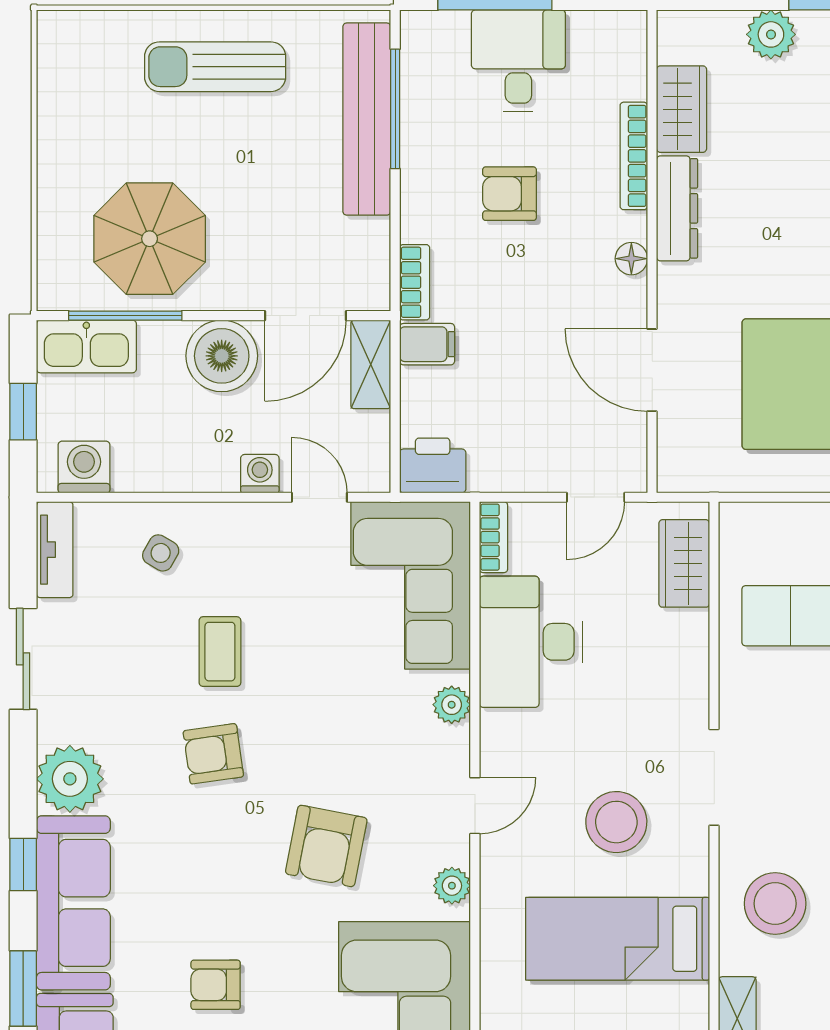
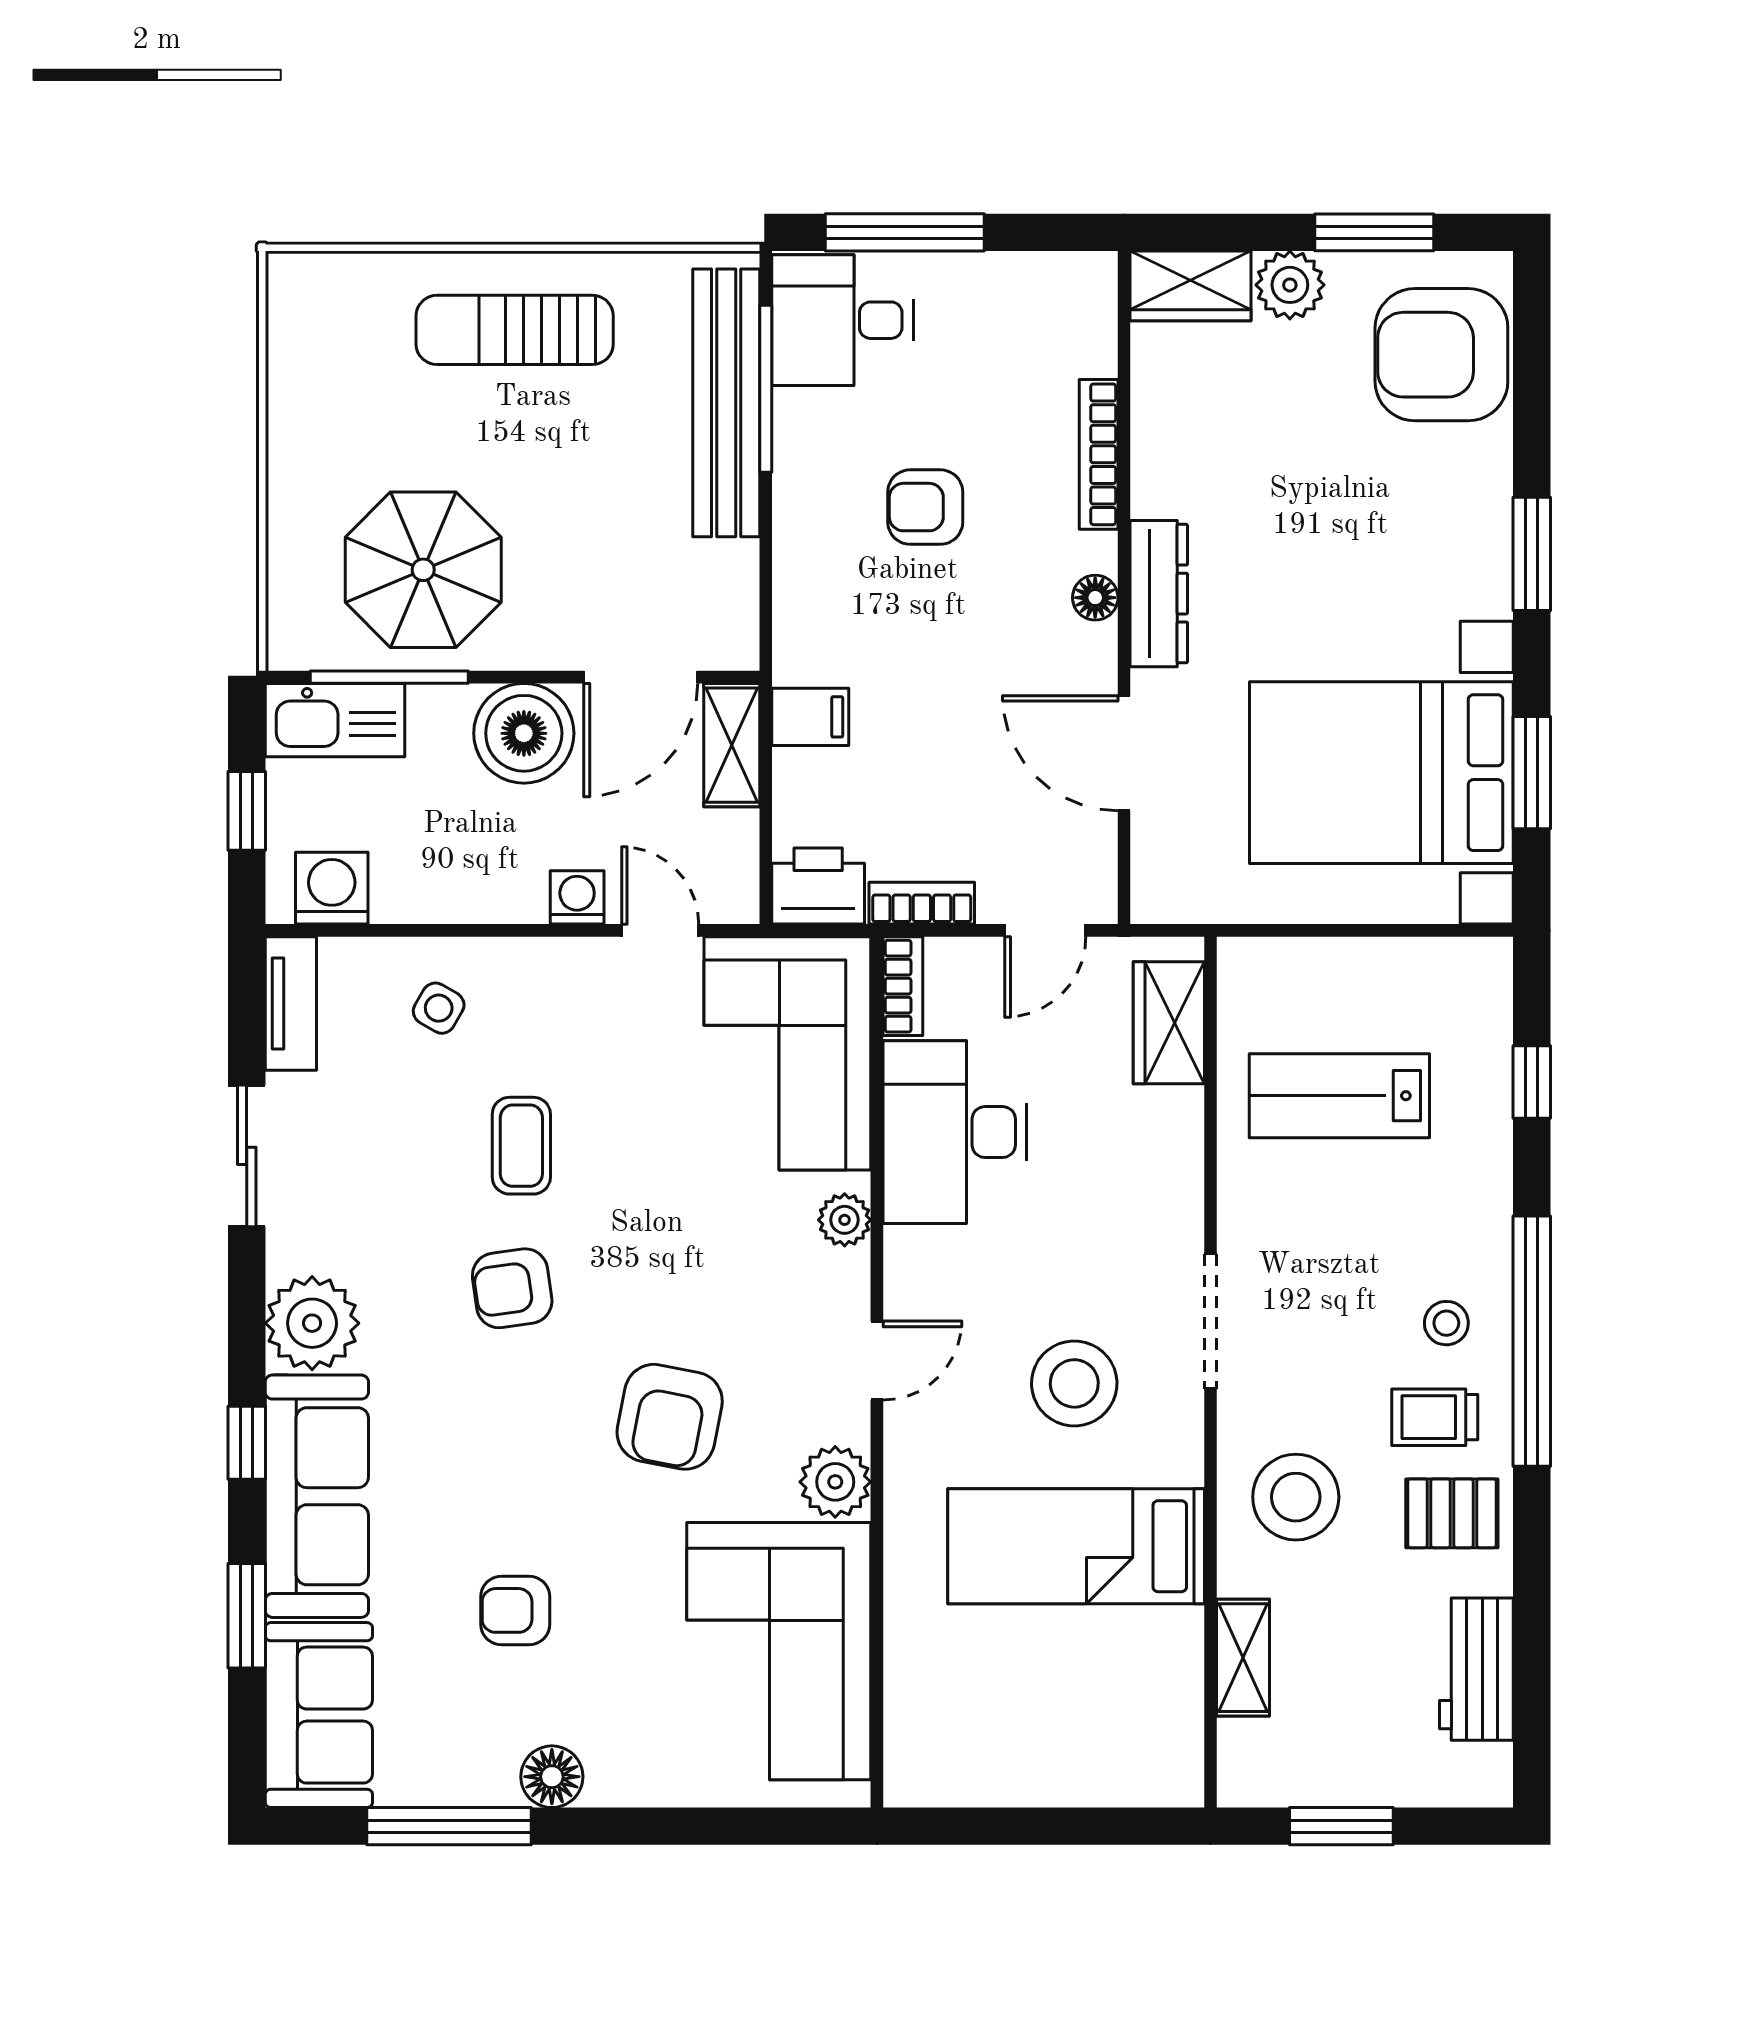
desk: (518, 61) -> (843, 320), moved, turned -90
wardrobe: (682, 109) -> (1190, 286), moved, turned 90
dresser: (677, 208) -> (1159, 594), moved
bookcase: (415, 282) -> (922, 903), moved, turned -90
plant: (452, 886) -> (835, 1482), width x1.38, depth x1.38

